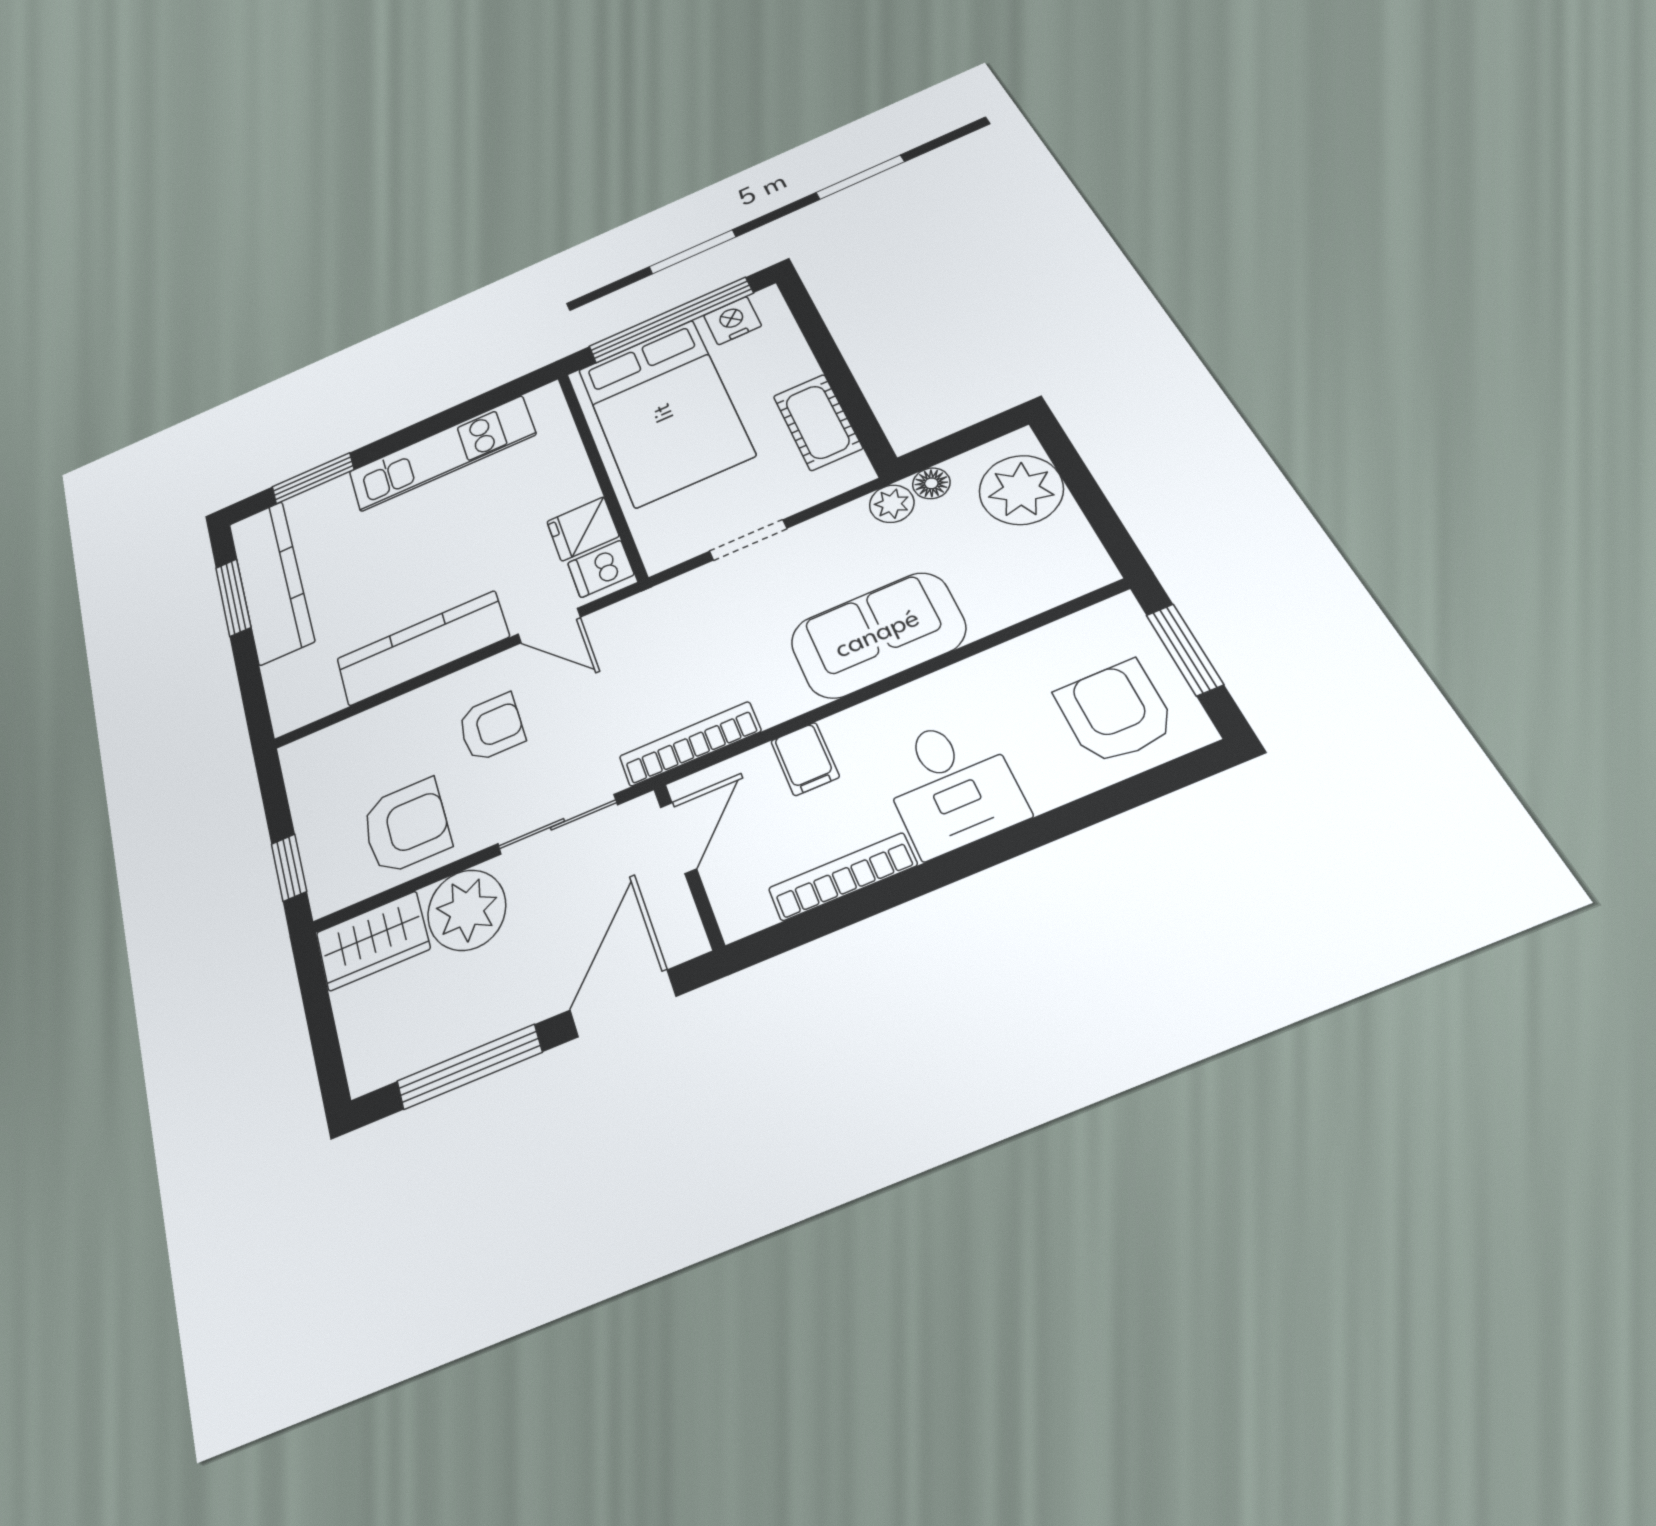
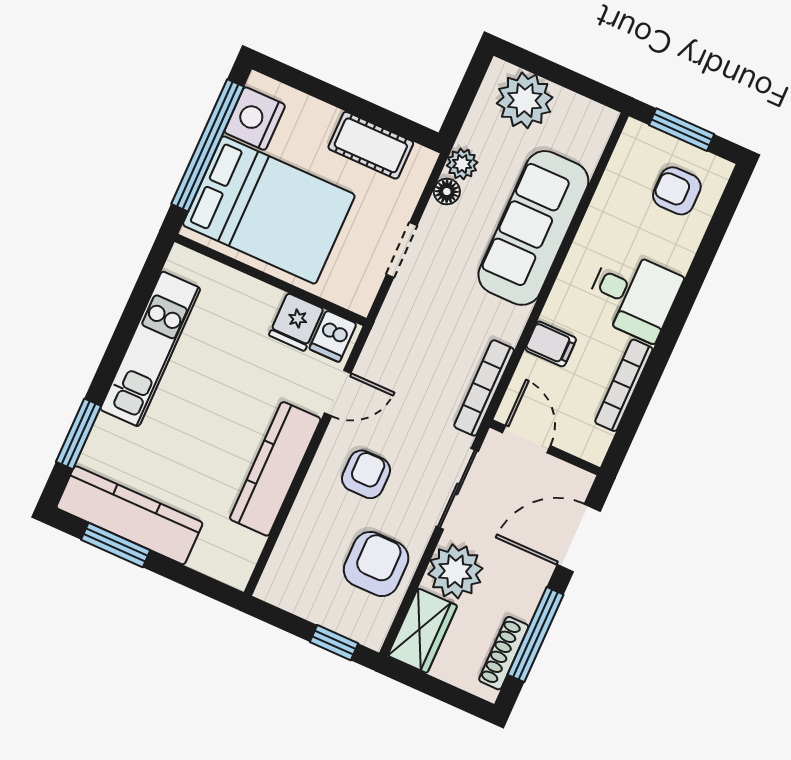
nightstand: (732, 321) -> (255, 119), width x1.36, depth x1.33
floor lamp: (931, 483) -> (447, 192), moved
sofa: (878, 635) -> (533, 228), width x1.36
armchair: (1115, 712) -> (677, 191), width x0.72, depth x0.72
door: (623, 1003) -> (579, 538), hinge flipped
shoe rack: (419, 1052) -> (504, 653), added

